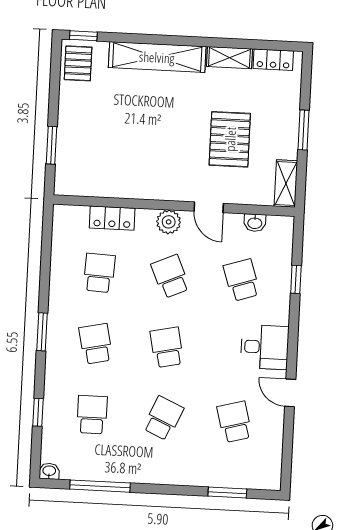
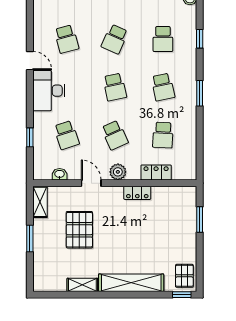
locker: (273, 60) -> (137, 193), moved, turned 180
desk: (265, 347) -> (49, 91), width x1.37

